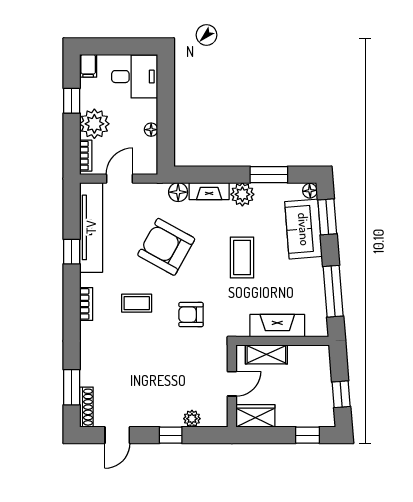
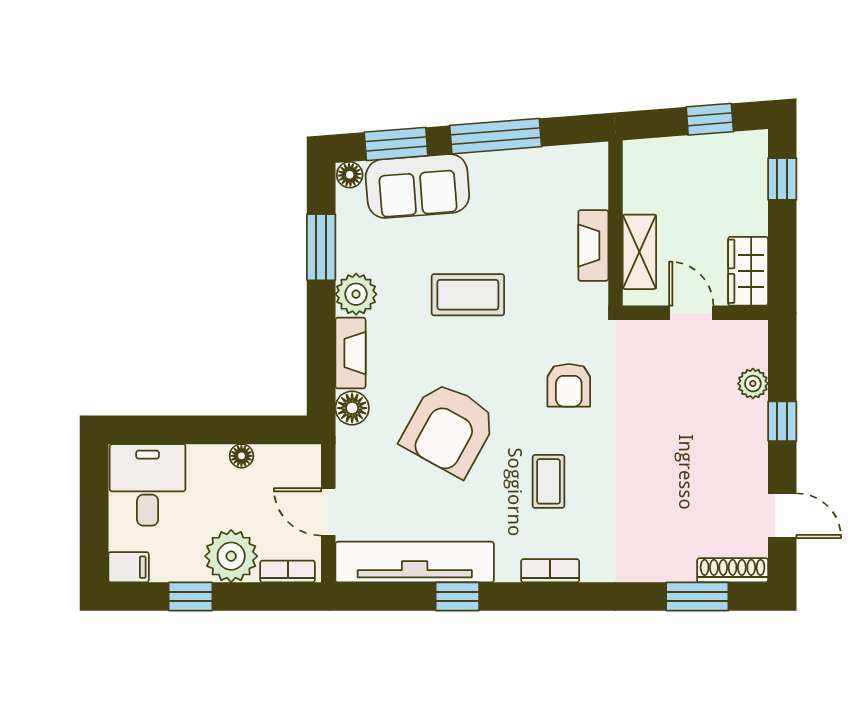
window: (333, 291) -> (496, 136), moved
fireplace: (277, 326) -> (593, 245), width x0.73, depth x0.76

